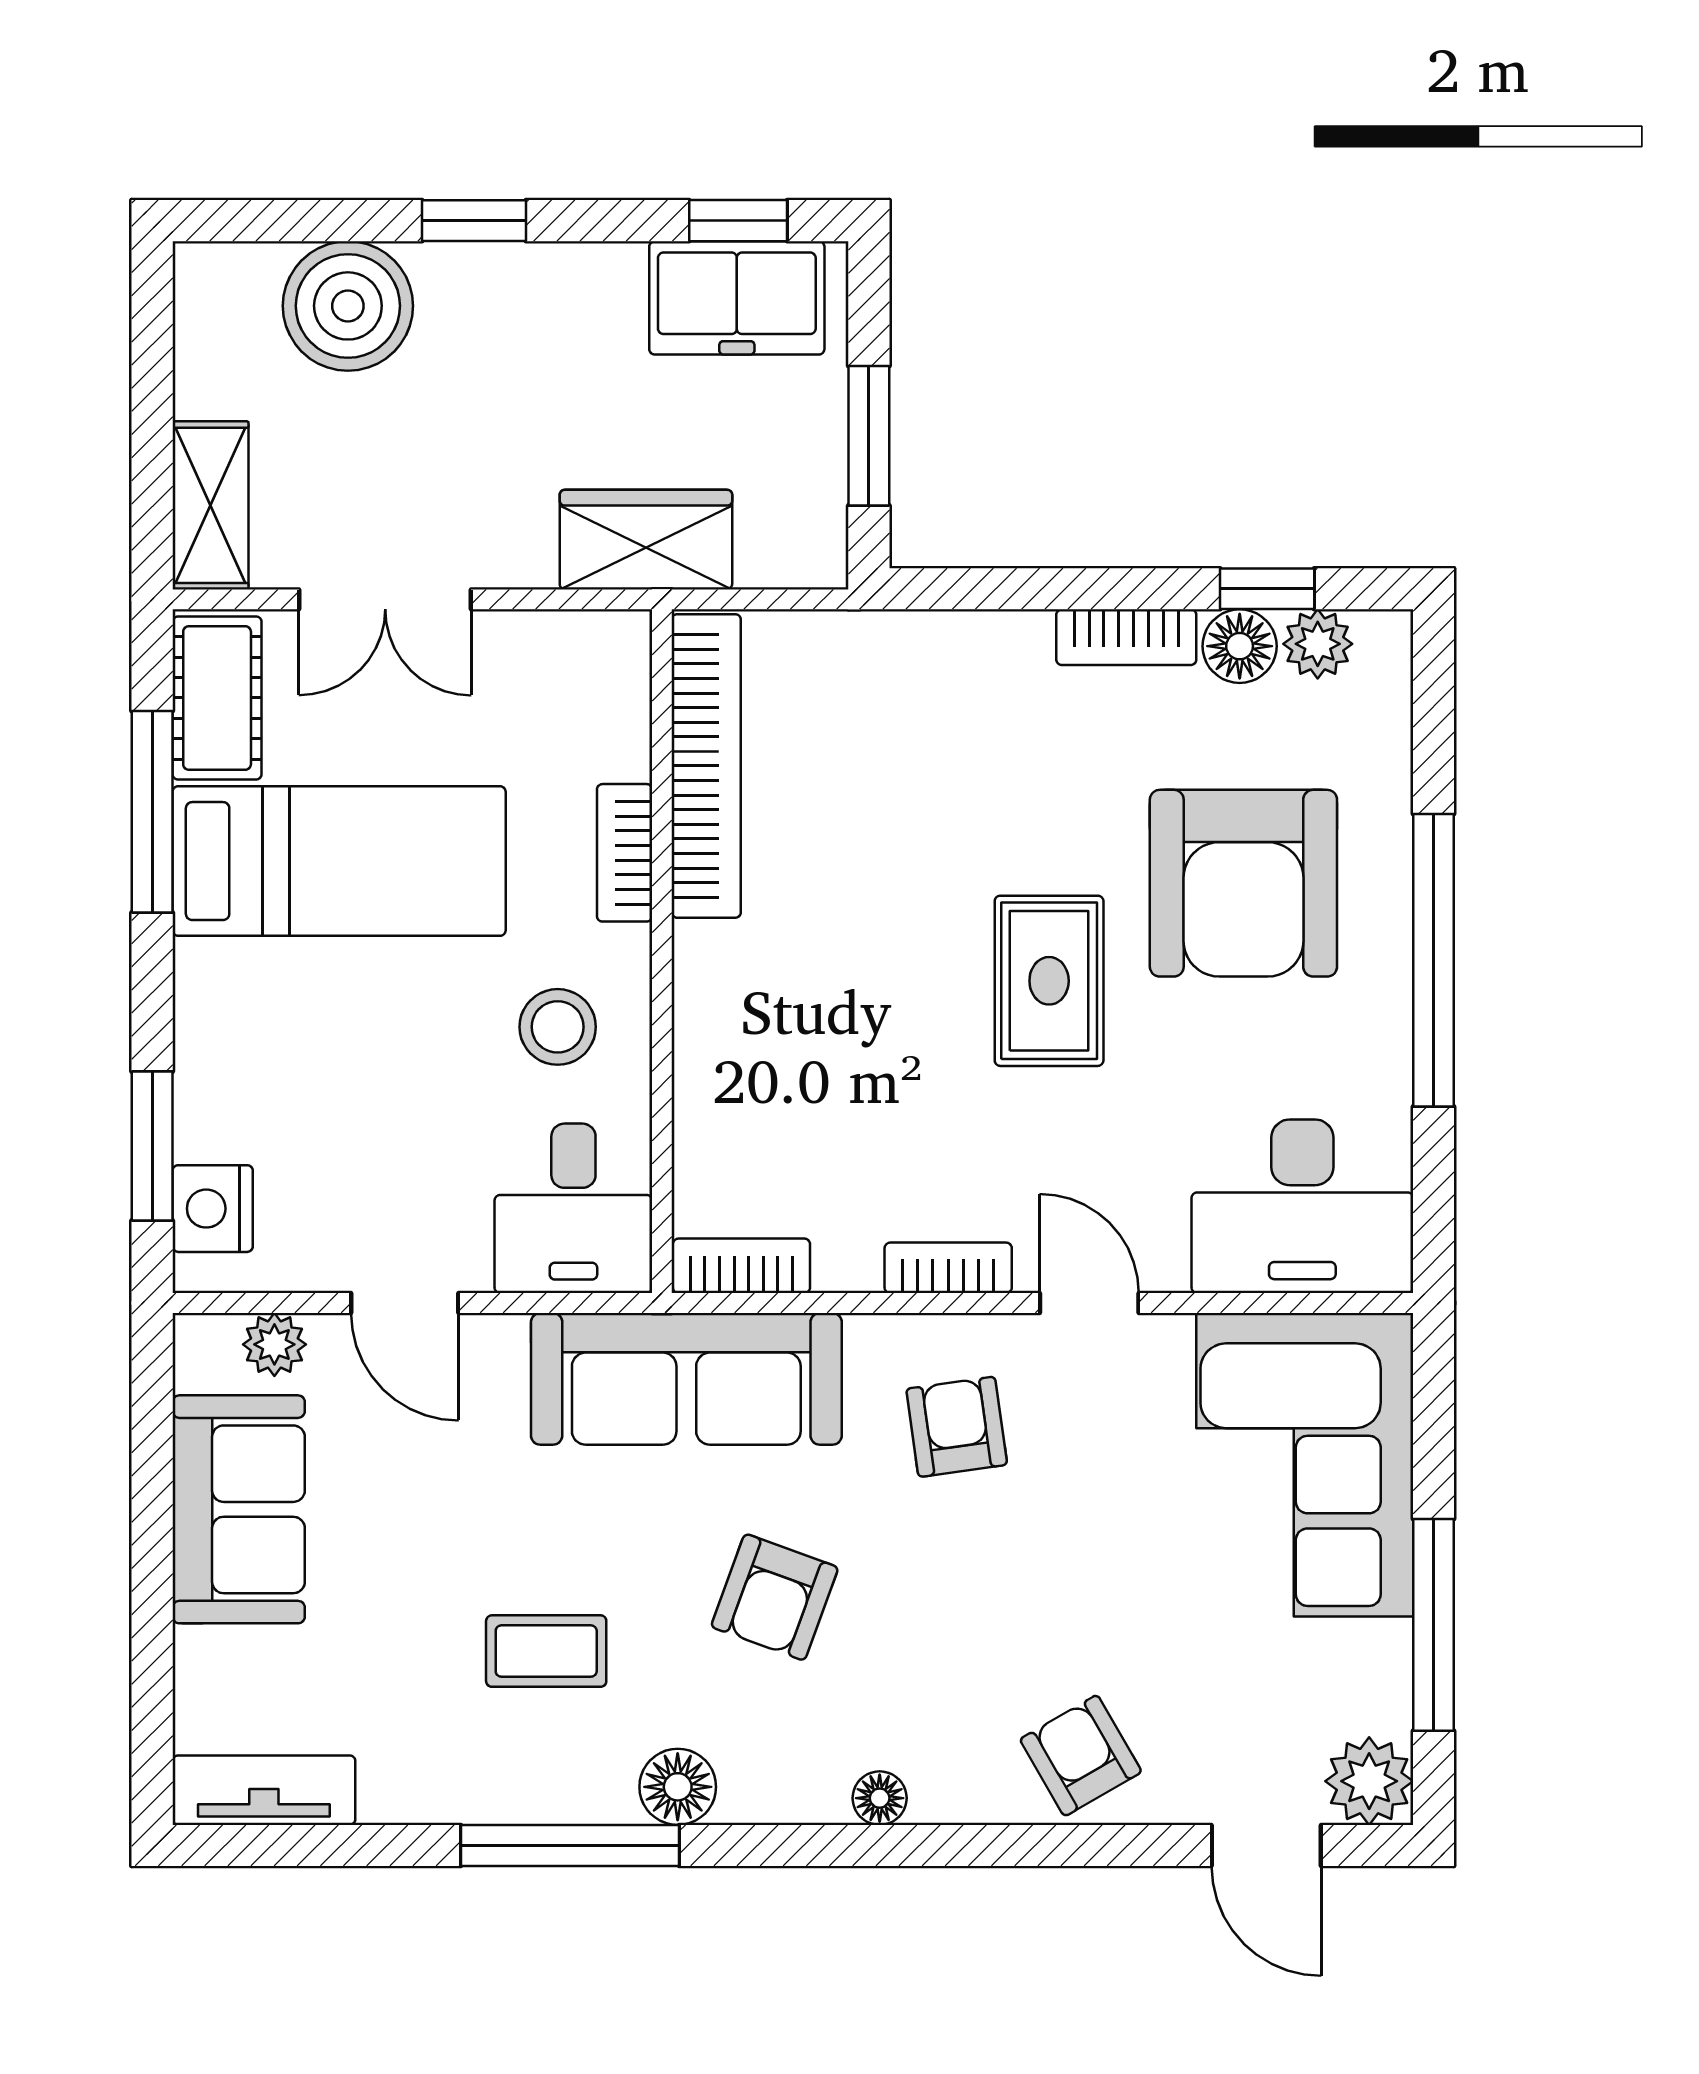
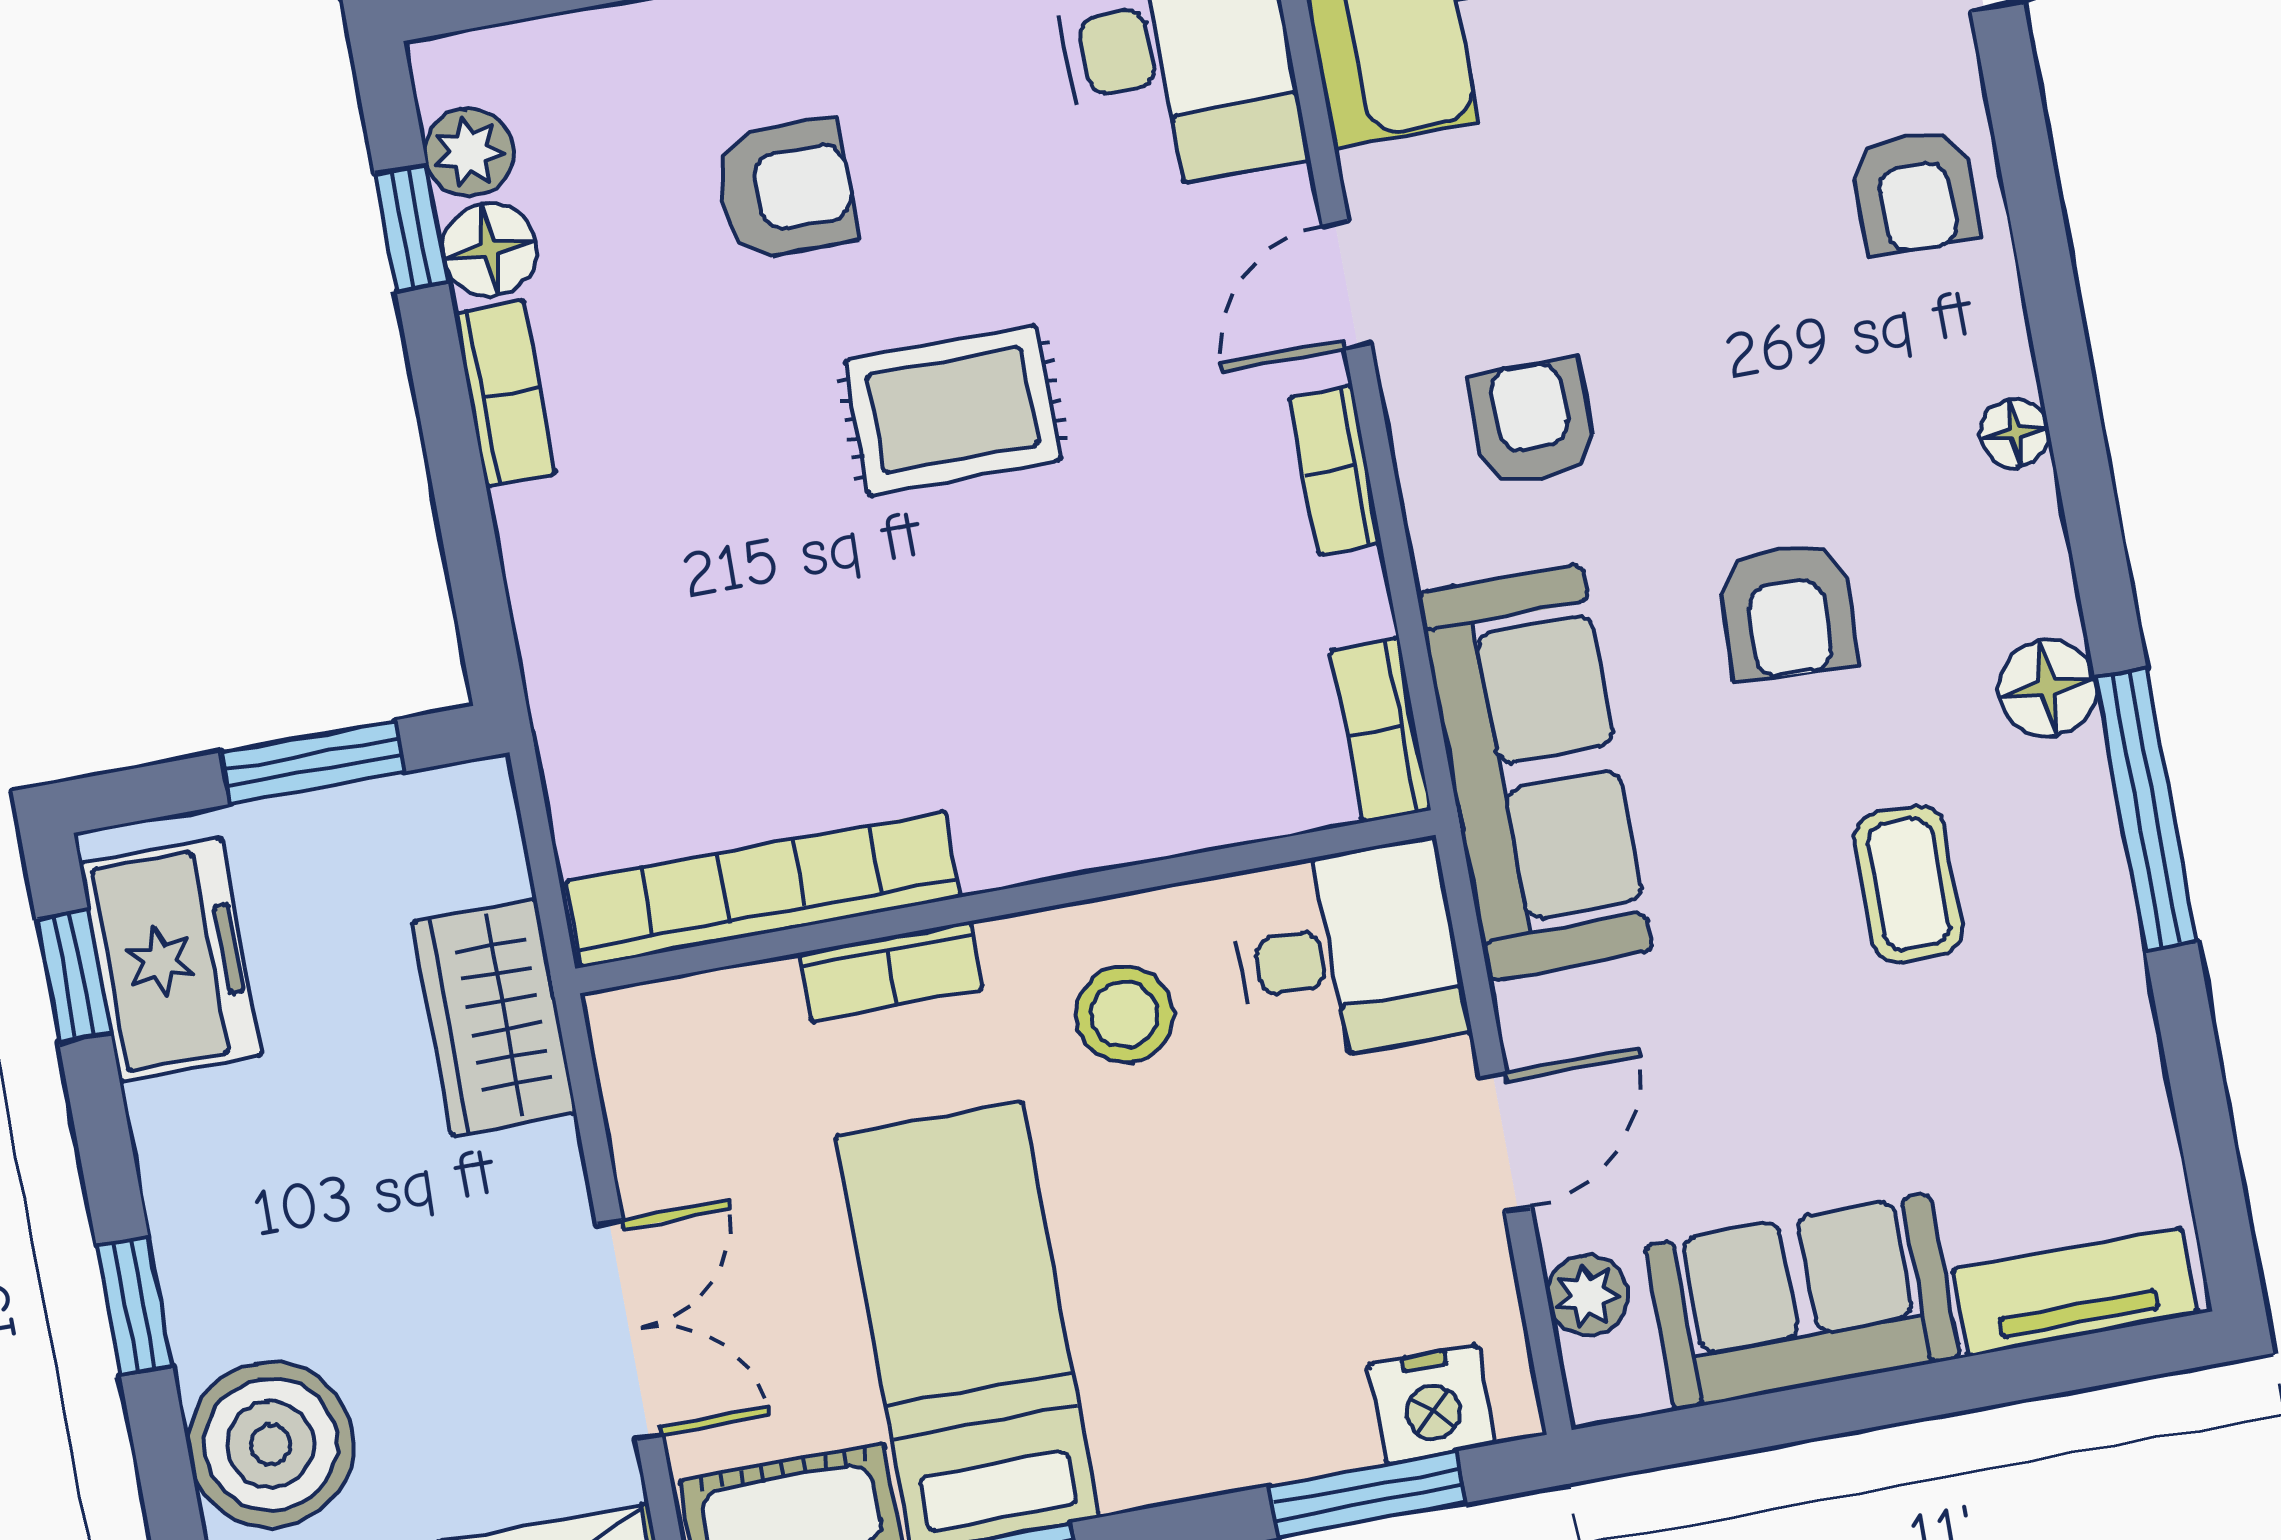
armchair: (1243, 883) -> (785, 190), width x0.53, depth x0.53
armchair: (957, 1427) -> (1532, 422), turned 98
armchair: (775, 1597) -> (1788, 611), turned 73
armchair: (1081, 1756) -> (1915, 191), turned -60
tv unit: (264, 1790) -> (2075, 1292), moved, turned 90

